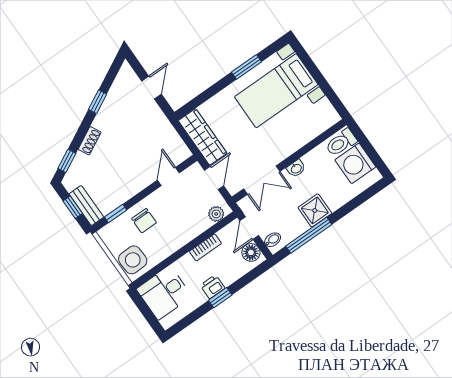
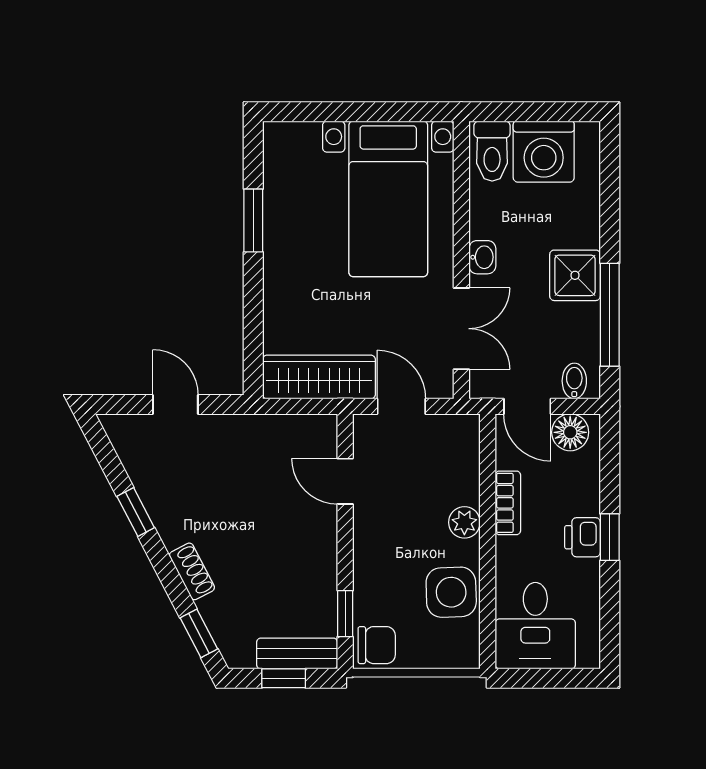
bed with nightstands: (276, 91) -> (388, 199), moved
plant: (216, 214) -> (464, 522), moved
chair: (144, 221) -> (377, 645), moved
side table: (133, 260) -> (451, 592), moved

